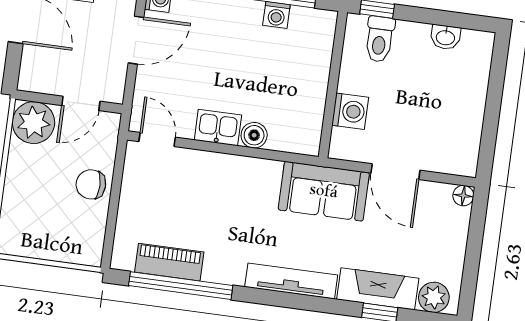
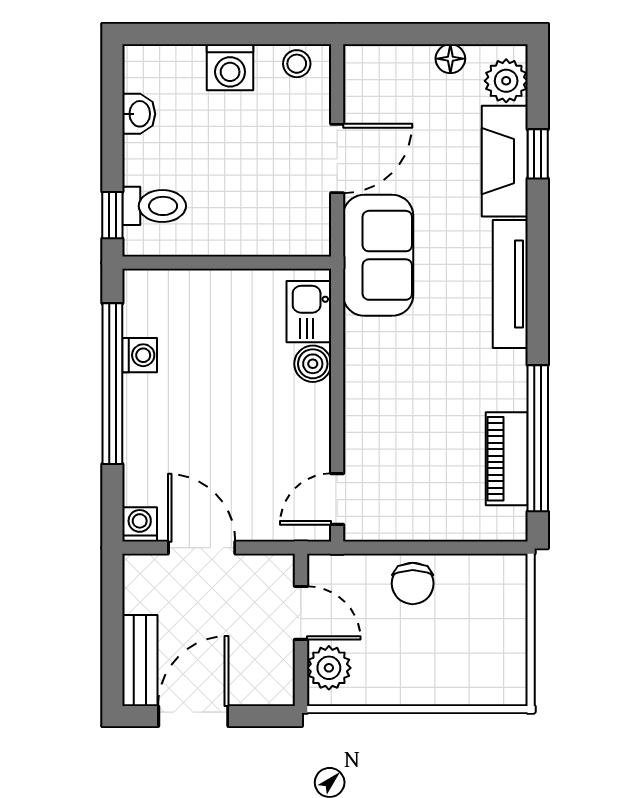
washing machine: (350, 111) -> (230, 67), moved, turned 180
plant: (34, 123) -> (329, 668), width x0.73, depth x0.73
kitchen sink: (218, 128) -> (309, 312), moved
stool: (466, 152) -> (297, 64), added
floor lamp: (463, 196) -> (450, 59), moved

